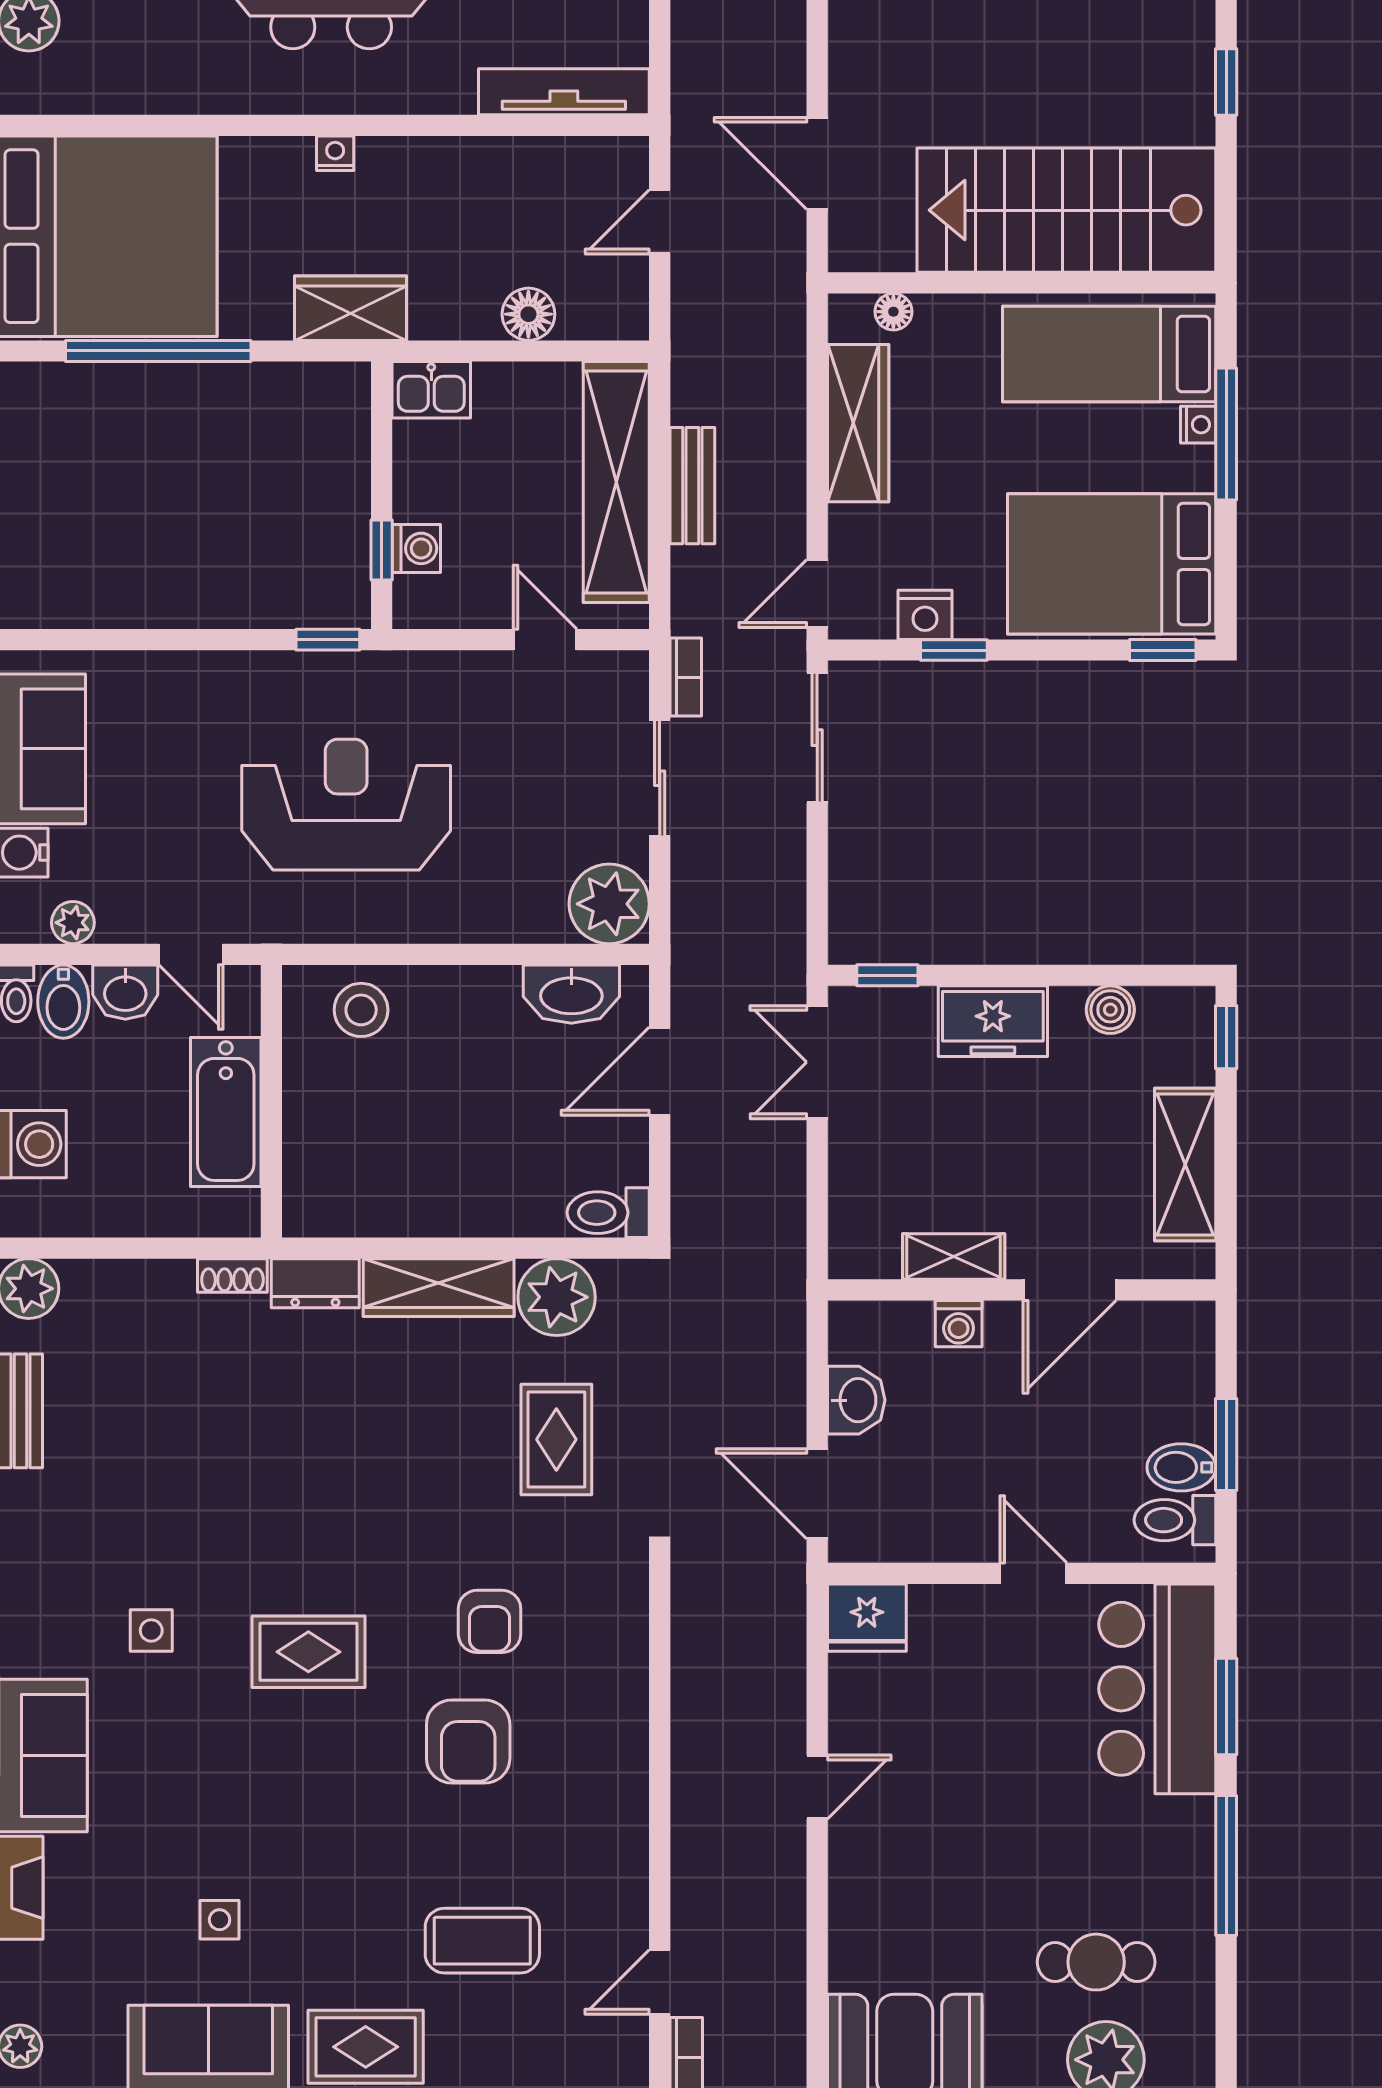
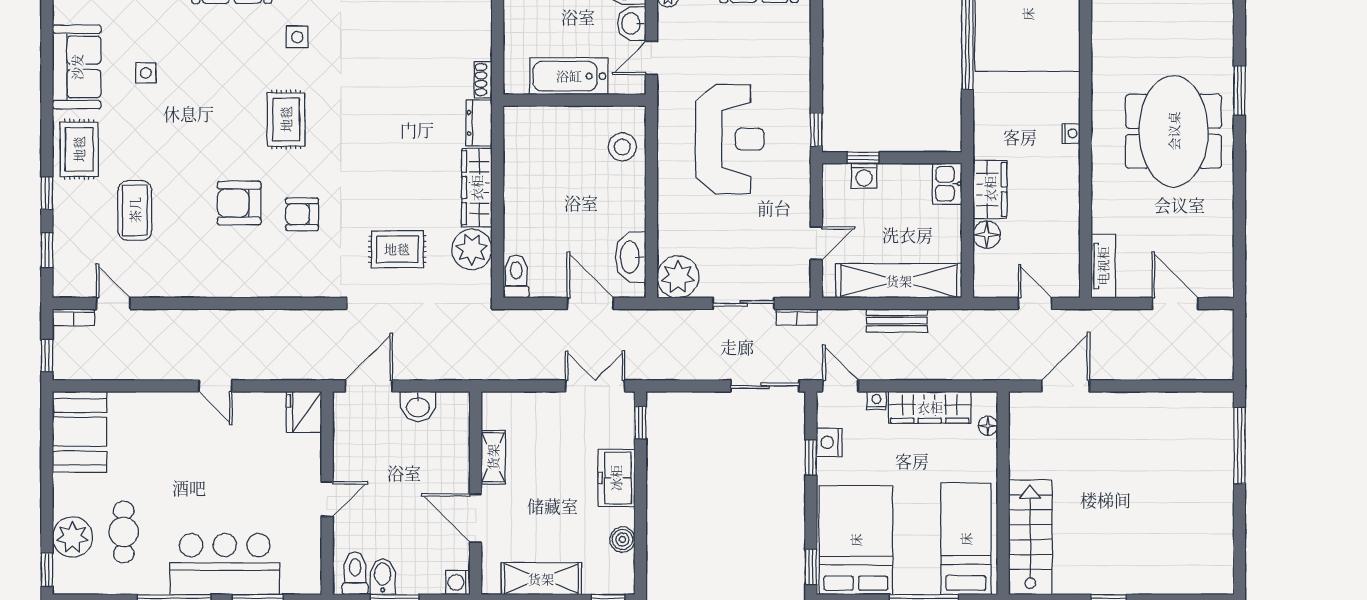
tv unit: (564, 92) -> (1103, 266), width x0.71
stairs: (1066, 210) -> (1030, 537), width x0.73, depth x0.66
wardrobe: (350, 308) -> (990, 189), moved
nightstand: (1198, 425) -> (876, 400), moved, turned 180
washing machine: (959, 1324) -> (458, 582), moved
bar counter: (1157, 1689) -> (225, 564), moved

